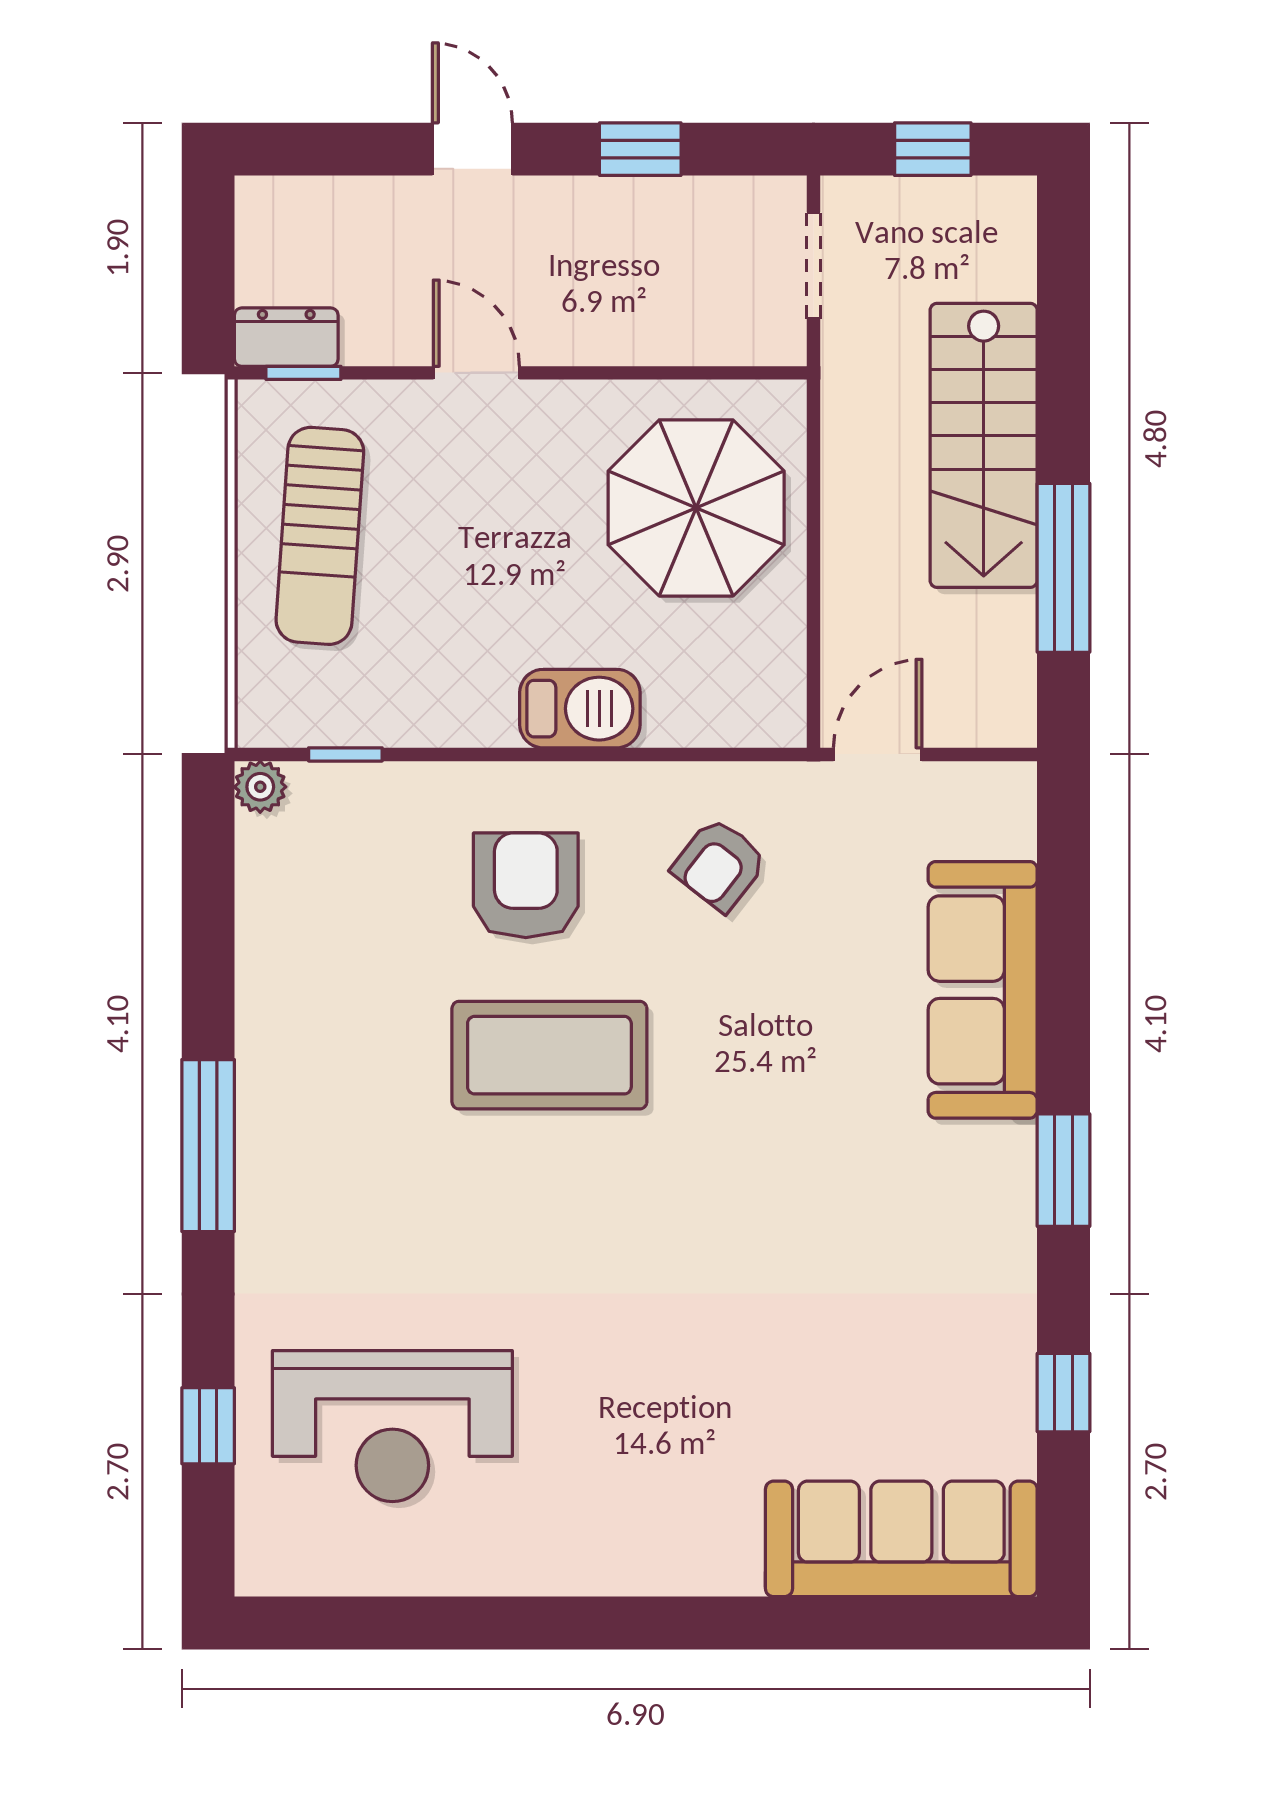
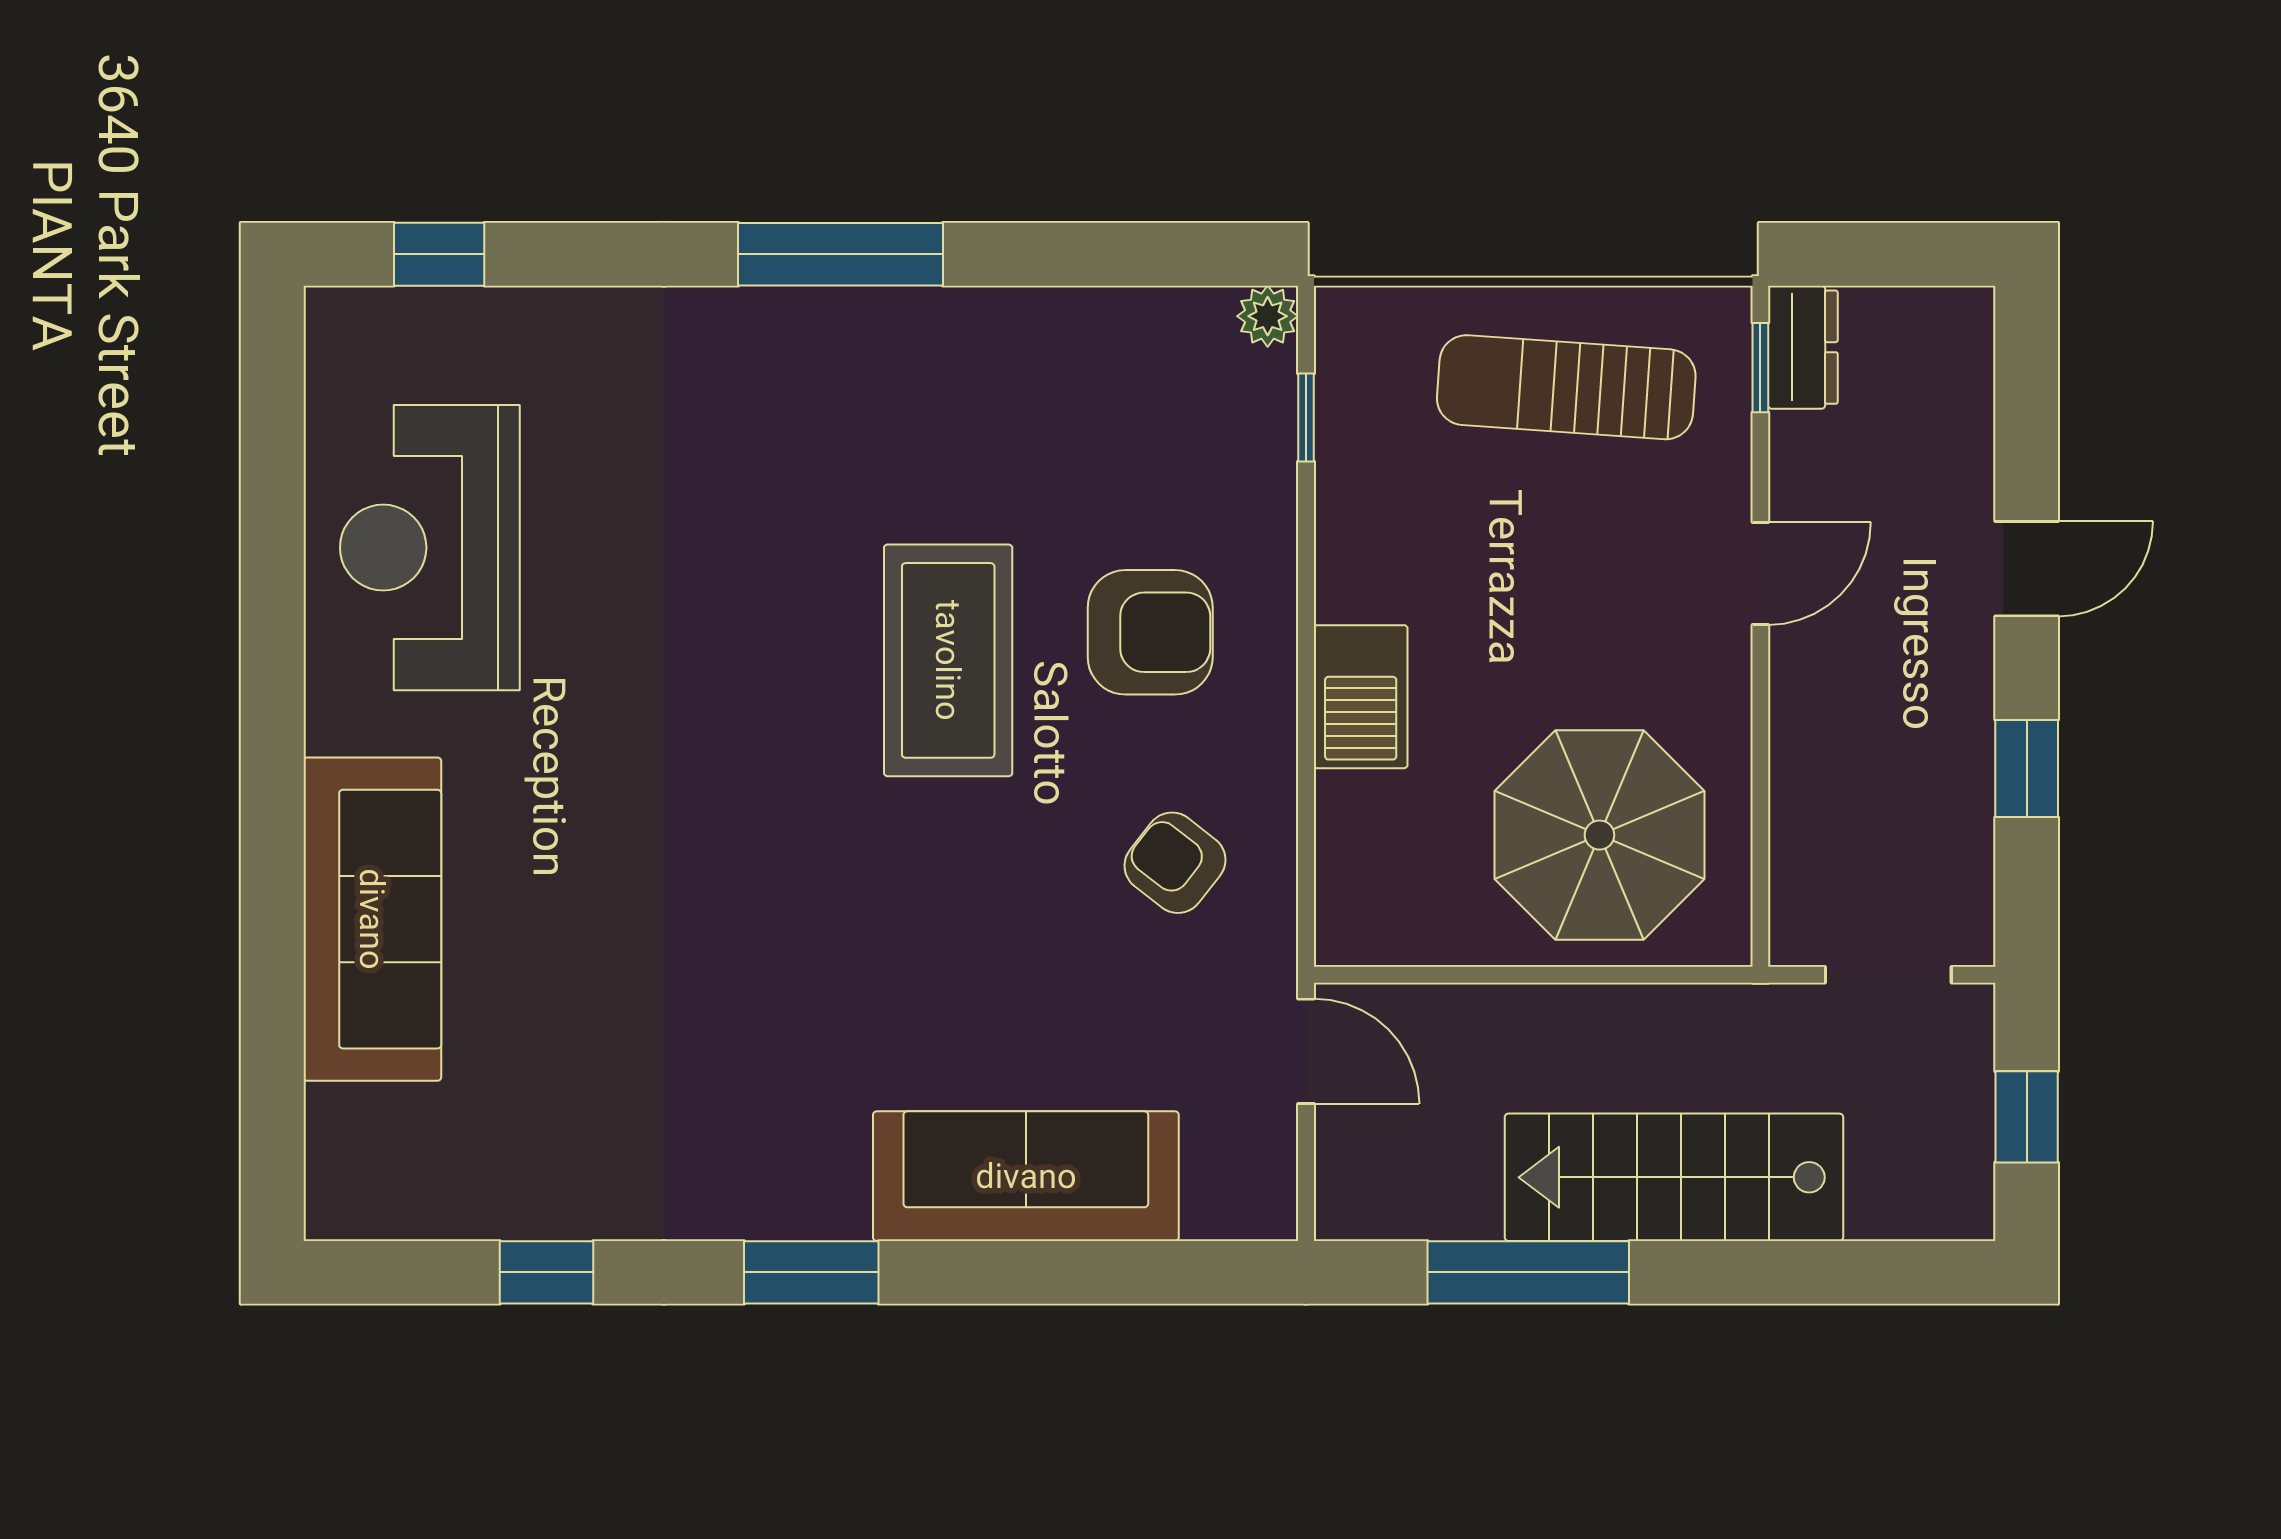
window: (208, 1426) -> (439, 254), moved
reception desk: (392, 1426) -> (430, 548), moved
sofa: (901, 1539) -> (372, 919), moved

